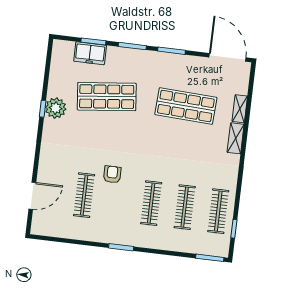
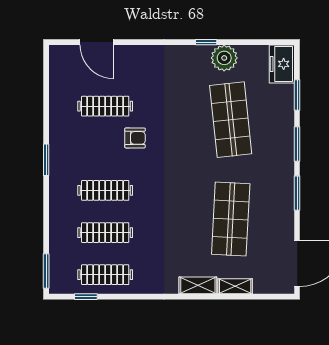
freezer: (90, 53) -> (282, 64), moved
plant: (56, 108) -> (224, 58), moved

